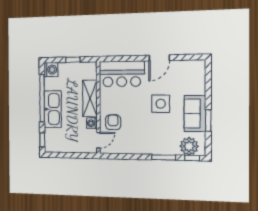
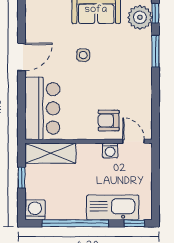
door: (159, 58) -> (22, 57), hinge flipped
shelving: (90, 98) -> (50, 153), moved
side table: (161, 104) -> (83, 55), width x0.54, depth x0.54
kitchen sink: (53, 109) -> (113, 207), moved

